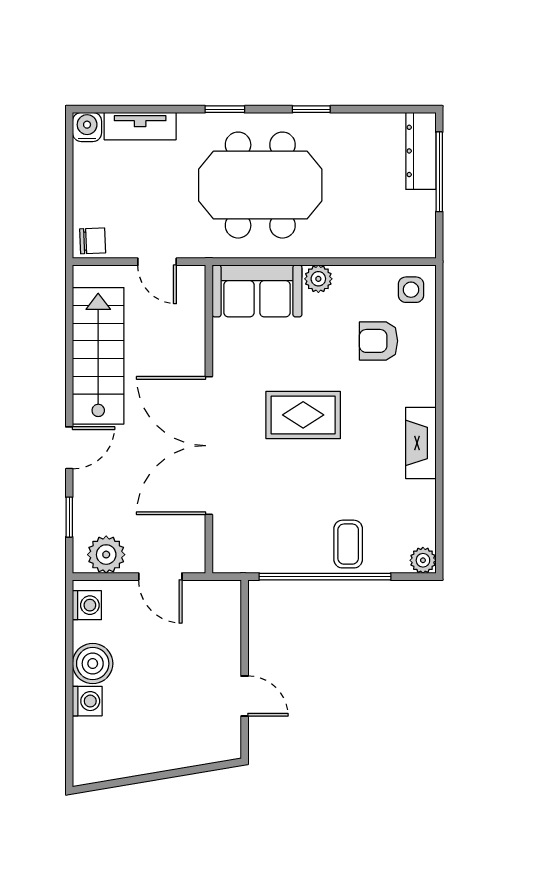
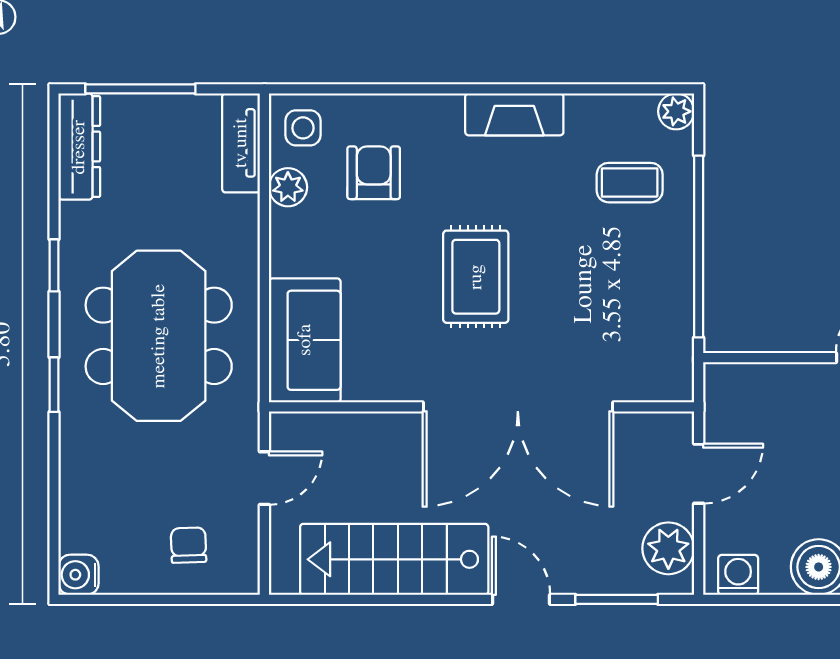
tv unit: (140, 126) -> (241, 143), moved, turned 180
dresser: (421, 151) -> (79, 147), moved, turned -90
chair: (93, 241) -> (189, 545), moved
plant: (318, 279) -> (288, 187), moved
armchair: (378, 341) -> (374, 173), turned 180
window: (69, 517) -> (617, 599), width x1.50
coffee table: (348, 544) -> (630, 183), moved

